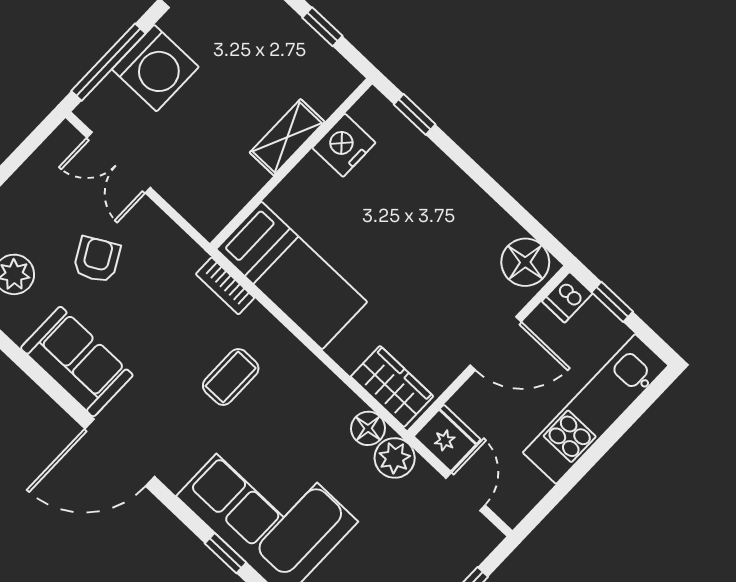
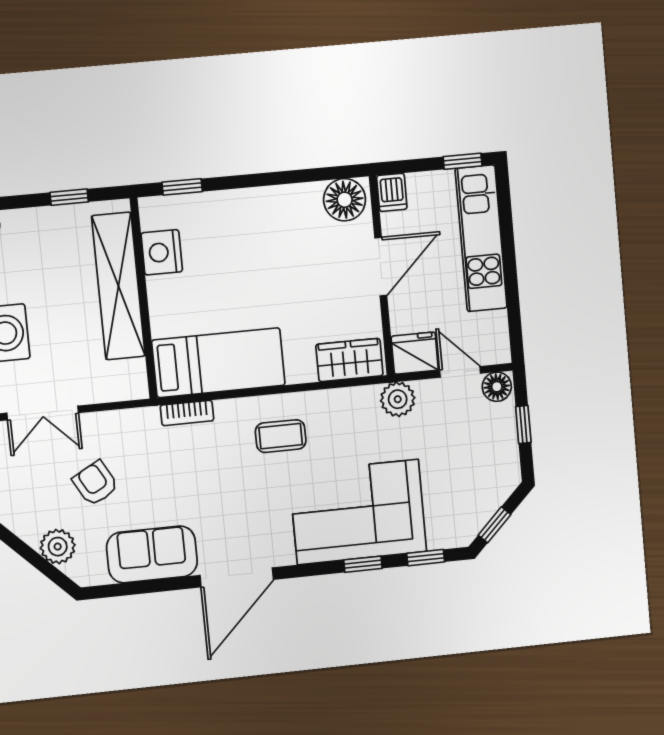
shelving: (287, 137) -> (118, 286), width x2.20, depth x1.33
window: (612, 302) -> (463, 161), moved
coffee table: (231, 377) -> (281, 436), moved, turned 90
floor lamp: (368, 428) -> (497, 387), moved

